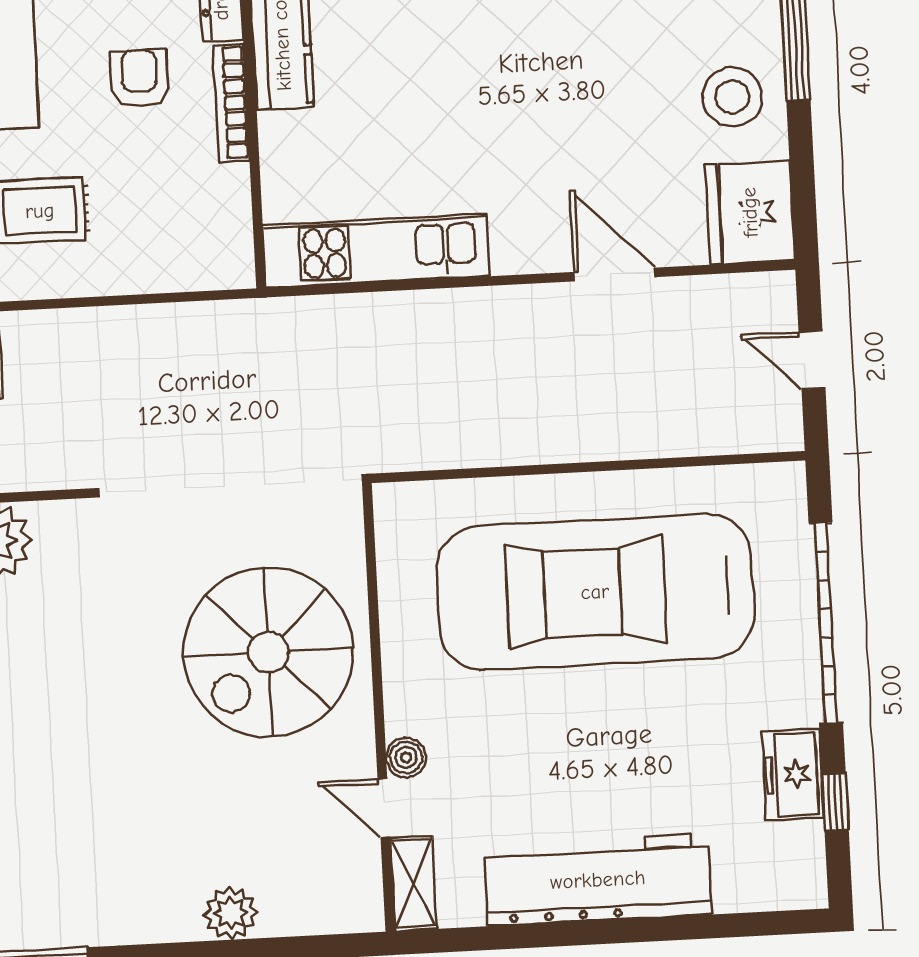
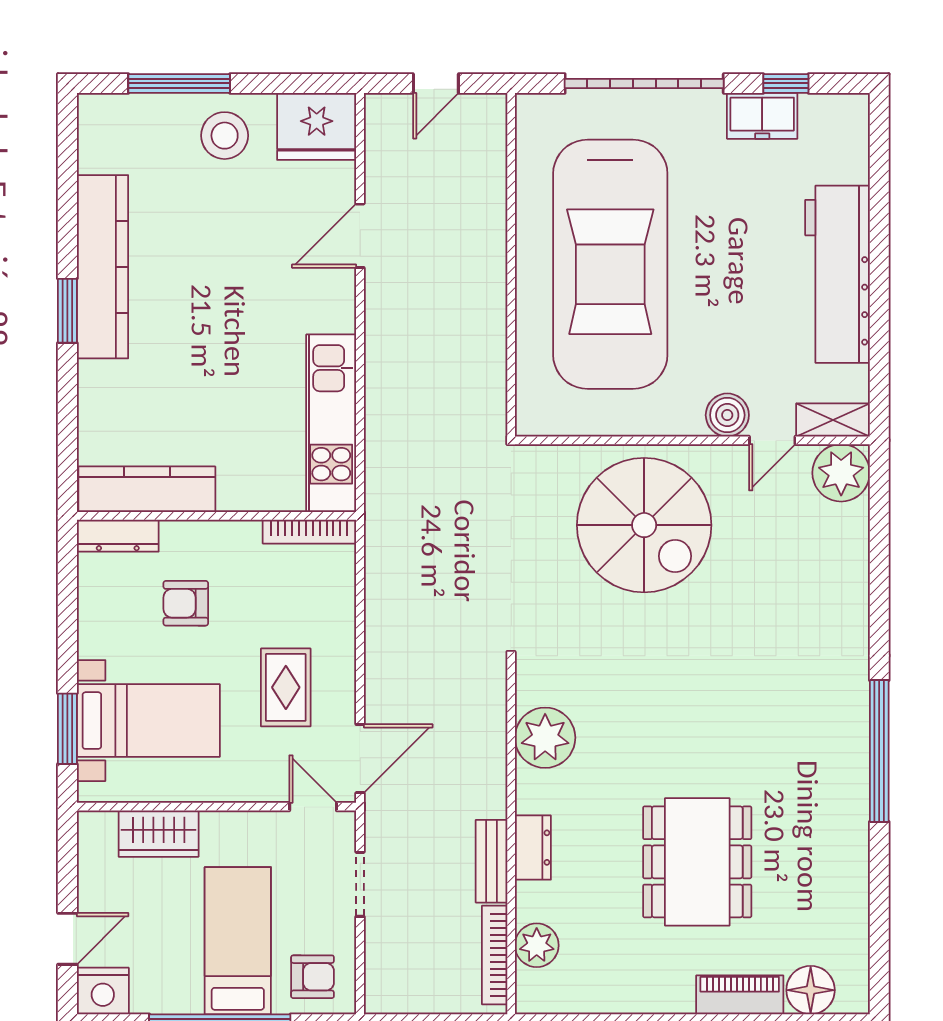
bookcase: (231, 103) -> (309, 532), moved
boiler: (406, 757) -> (727, 415), width x1.36, depth x1.36
plant: (231, 913) -> (841, 473), moved, width x1.36, depth x1.36

